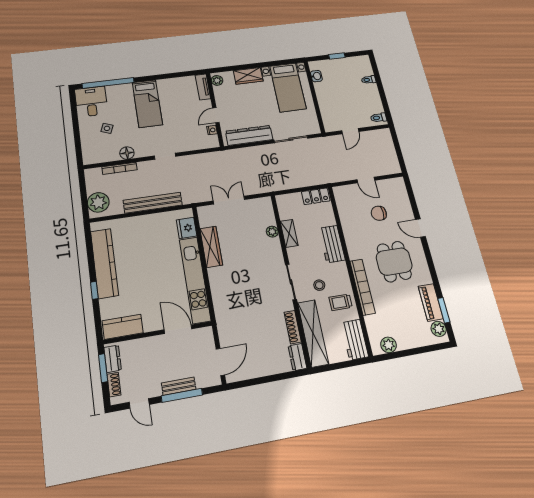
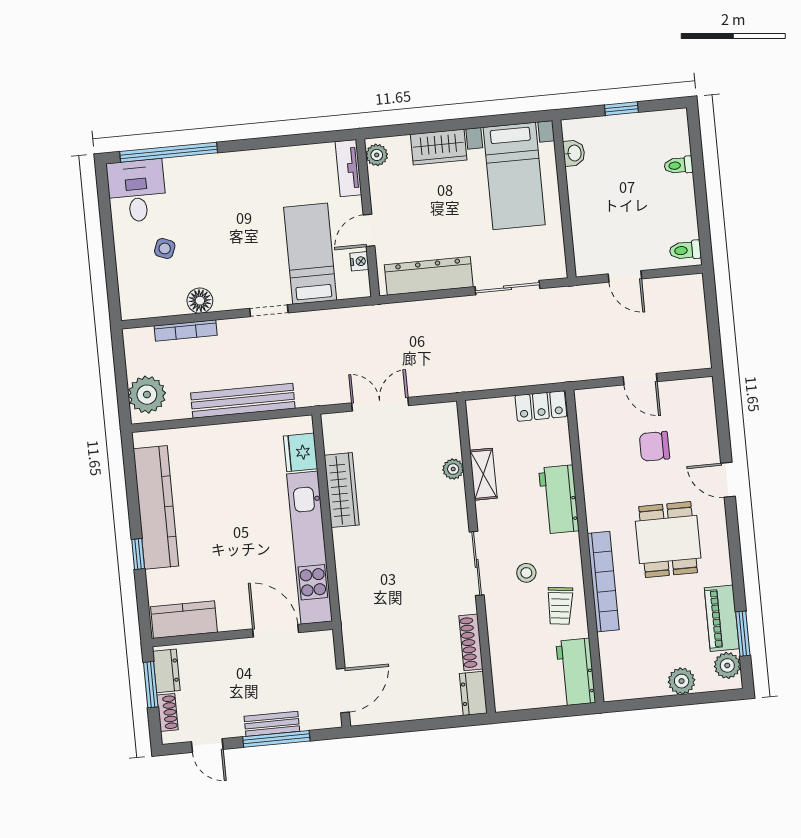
bed: (147, 103) -> (310, 254), moved, turned 180
door: (350, 131) -> (625, 276), hinge flipped
trolley: (341, 302) -> (560, 606), turned -83
shelving: (313, 333) -> (505, 655), removed
plant: (389, 345) -> (682, 681), moved

